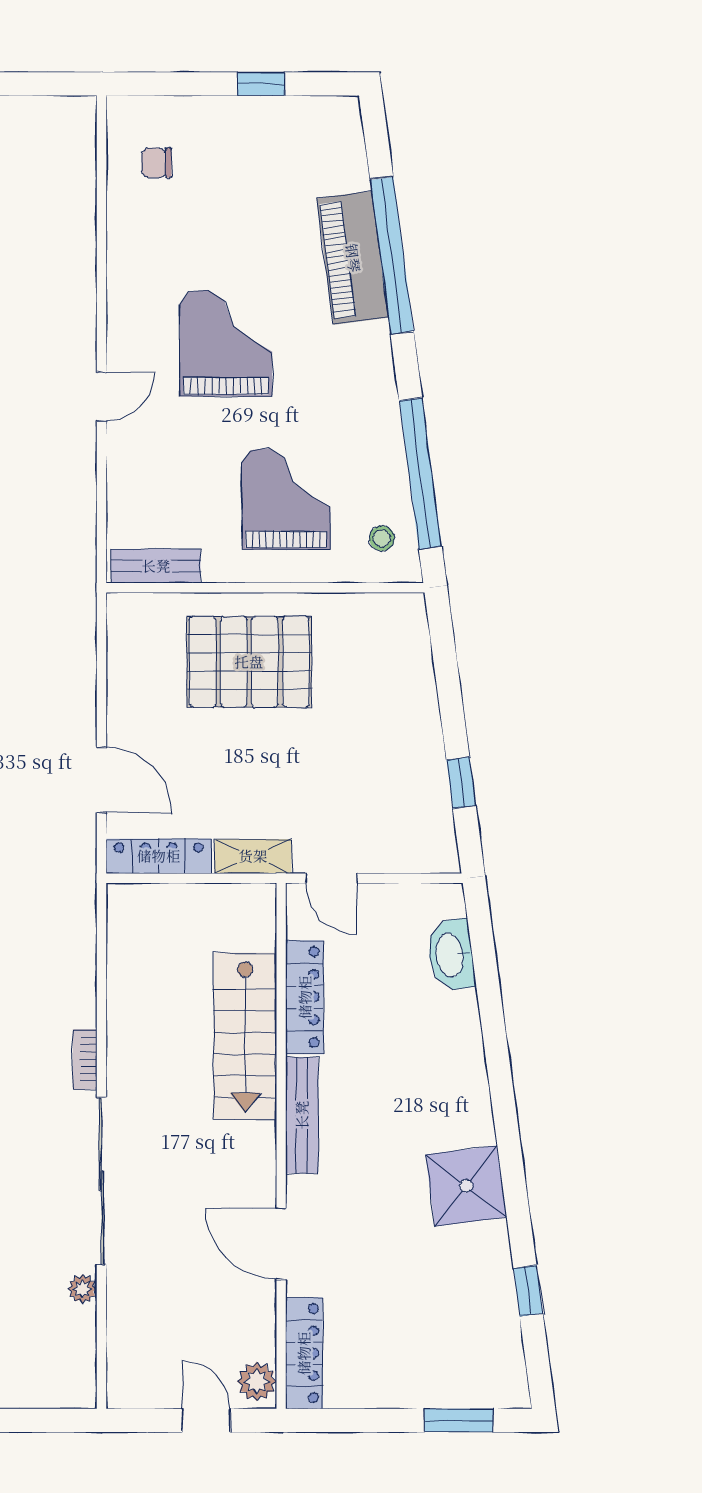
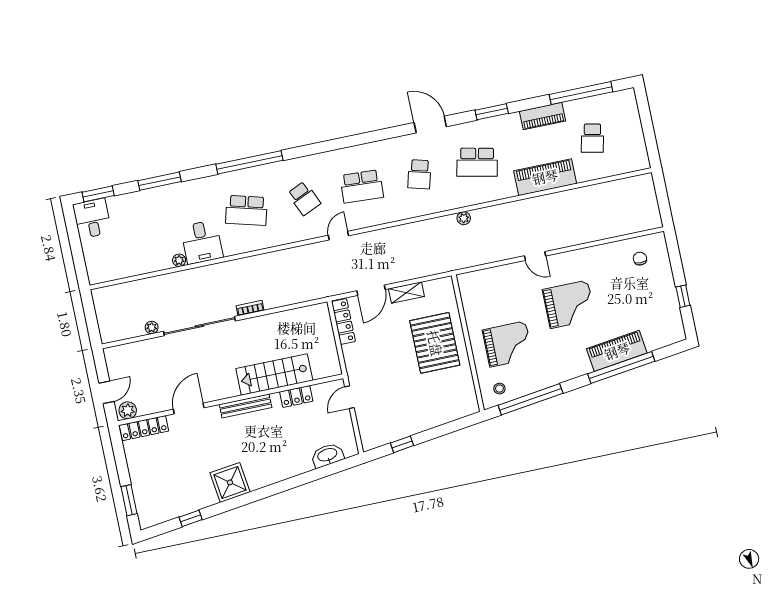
bench: (156, 566) -> (467, 294), removed
shelving: (253, 856) -> (406, 293), moved, turned 90
locker: (305, 997) -> (296, 396), width x0.66

